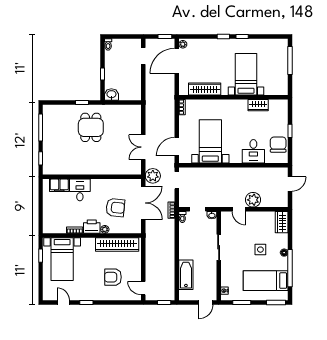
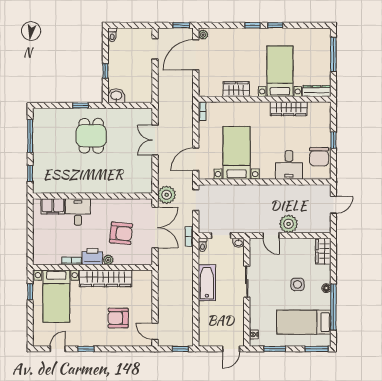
wardrobe: (205, 89) -> (236, 89), width x0.67
dresser: (276, 91) -> (317, 91), added
wardrobe: (258, 105) -> (289, 109), width x1.50
chair: (278, 145) -> (319, 157), turned 180
double door: (143, 147) -> (155, 140), moved
wardrobe: (117, 245) -> (106, 278), moved
bathtub: (186, 275) -> (207, 283), moved
door: (63, 303) -> (58, 349), hinge flipped

